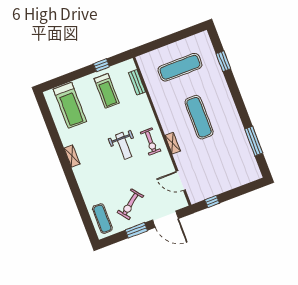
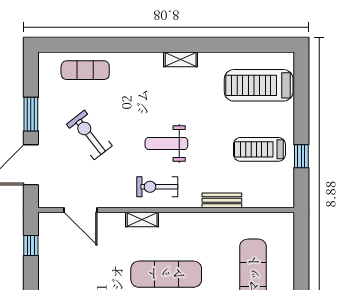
bench: (137, 82) -> (222, 200), moved
door: (181, 181) -> (81, 210), swing flipped
exercise bike: (130, 204) -> (89, 135), moved
exercise mat: (102, 219) -> (85, 70), moved

